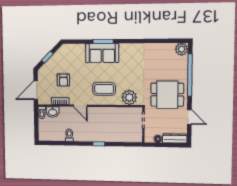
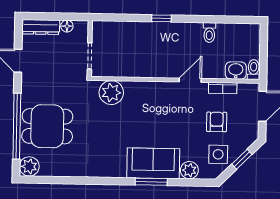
plant: (79, 49) -> (189, 170), added
side table: (62, 60) -> (218, 154), added
coffee table: (104, 89) -> (151, 107), removed
dining table: (167, 95) -> (47, 126), moved
door: (80, 106) -> (190, 80), hinge flipped

